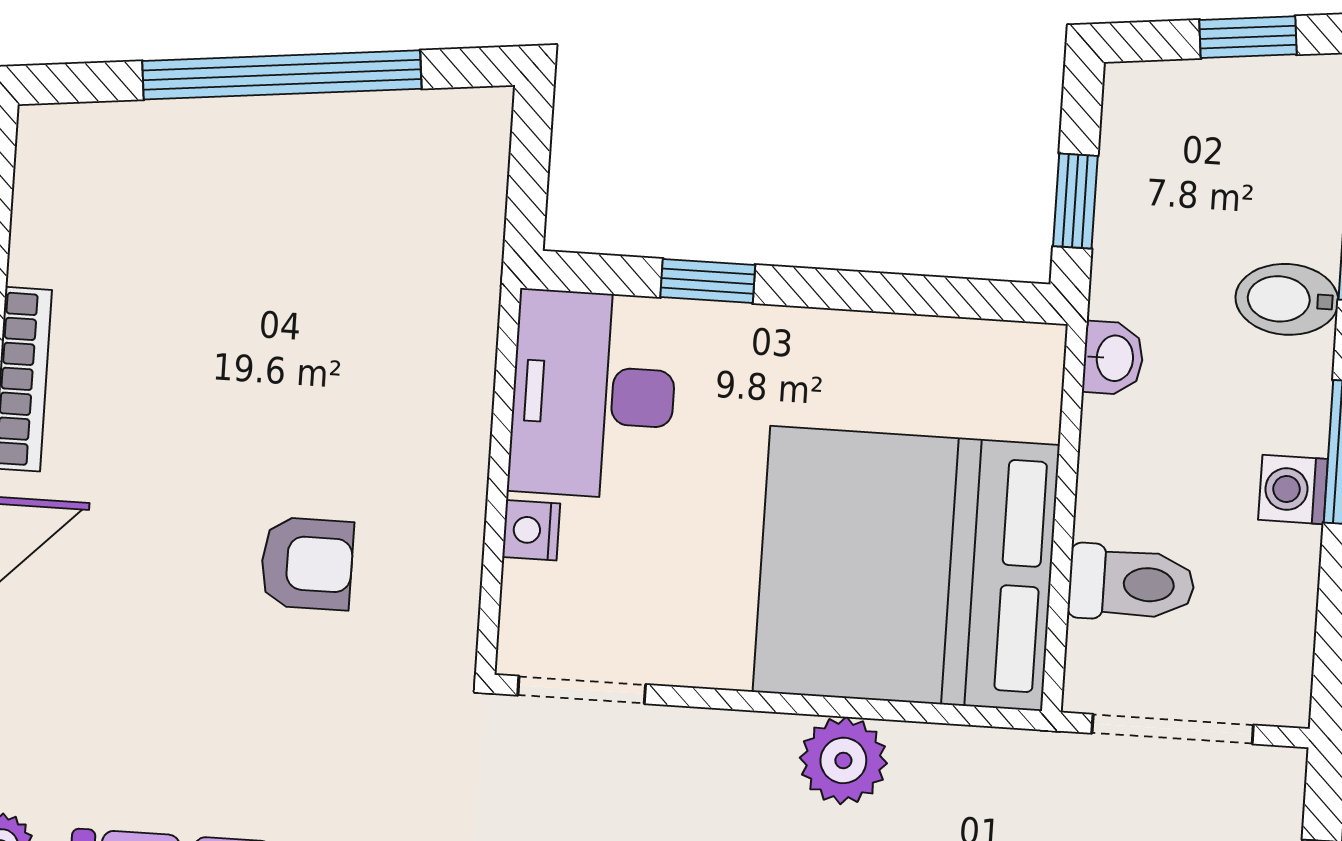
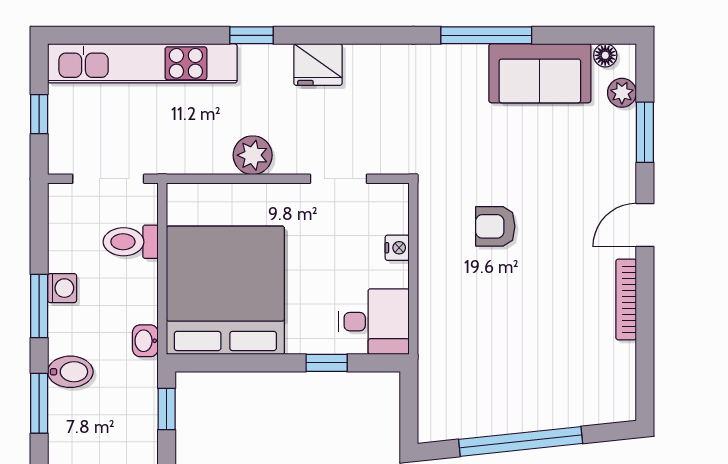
desk: (593, 395) -> (374, 322), width x0.73
bed: (906, 568) -> (225, 290), moved, turned -90
doorway: (582, 690) -> (338, 179), moved

